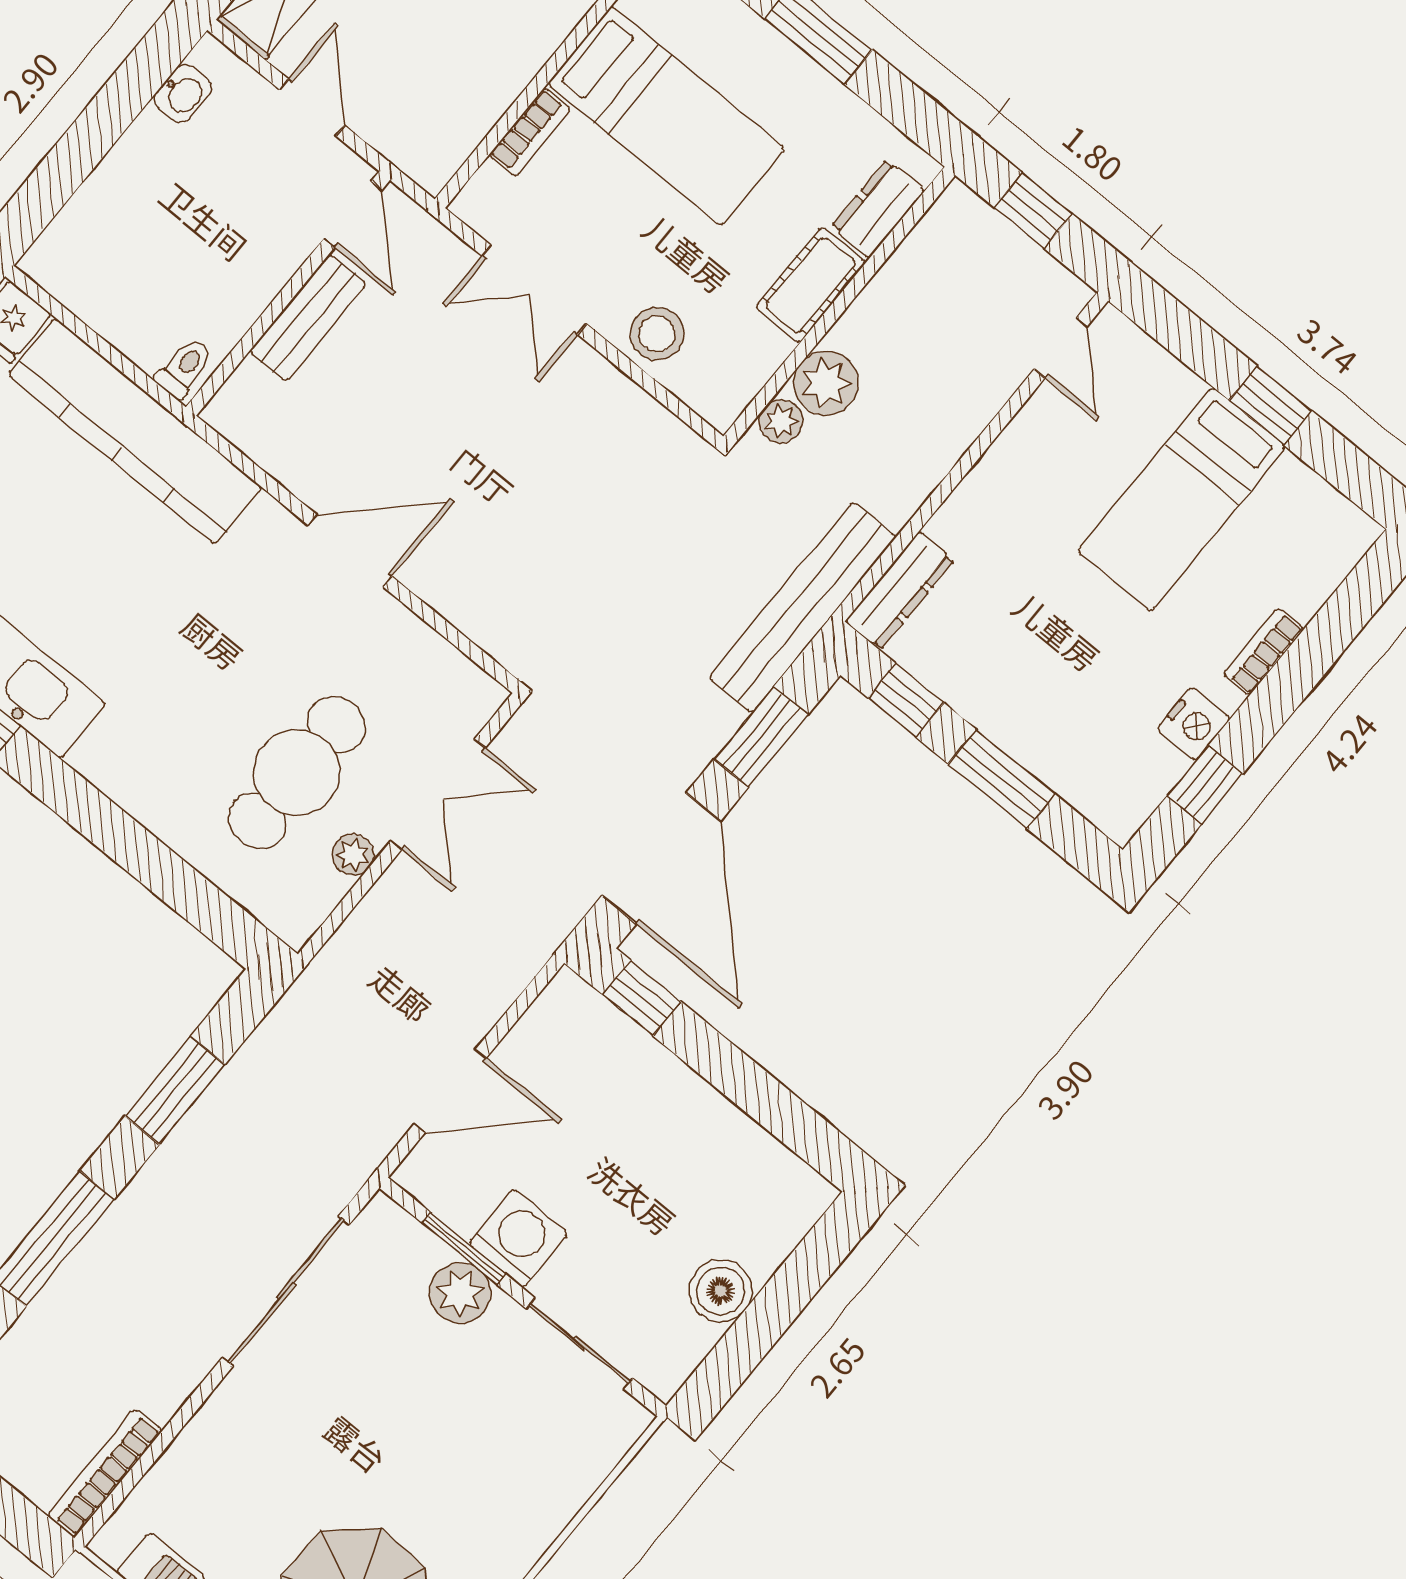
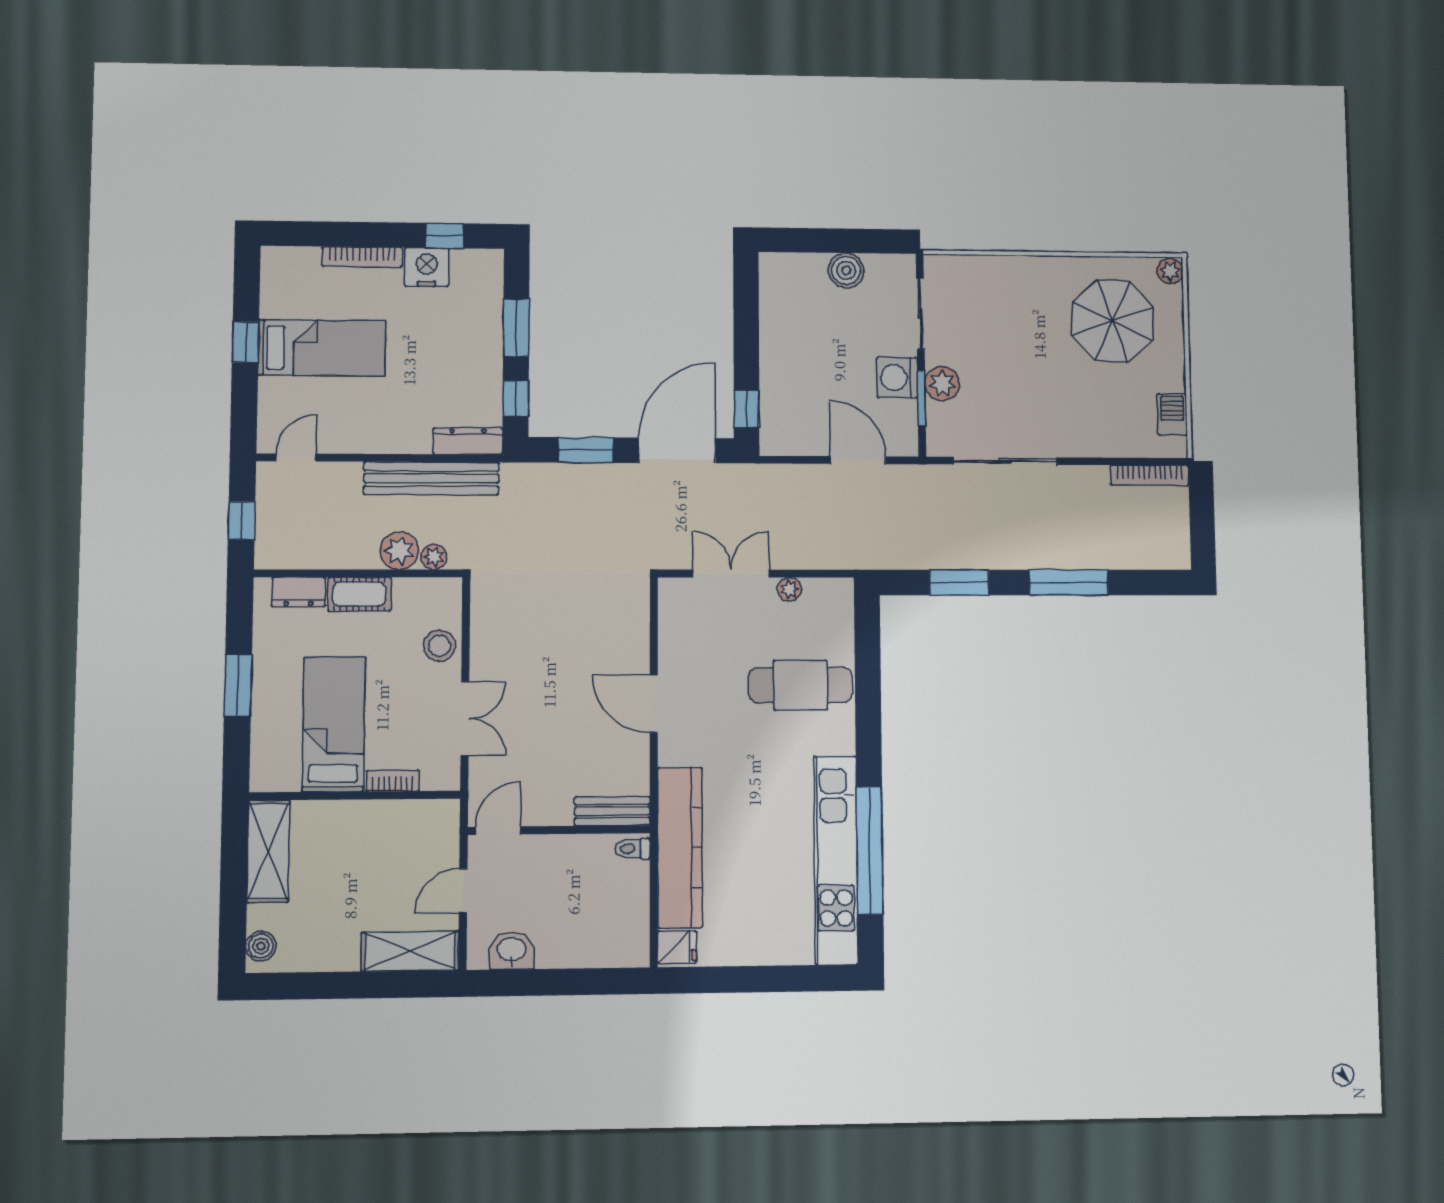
washbasin: (183, 94) -> (512, 950), width x1.38, depth x1.45
bench: (308, 318) -> (612, 811), moved
bench: (802, 607) -> (431, 478), moved
bookcase: (1264, 651) -> (362, 257), width x1.56
nightstand: (1194, 724) -> (427, 267), width x1.36, depth x1.33
cafe table: (297, 773) -> (800, 685), moved

